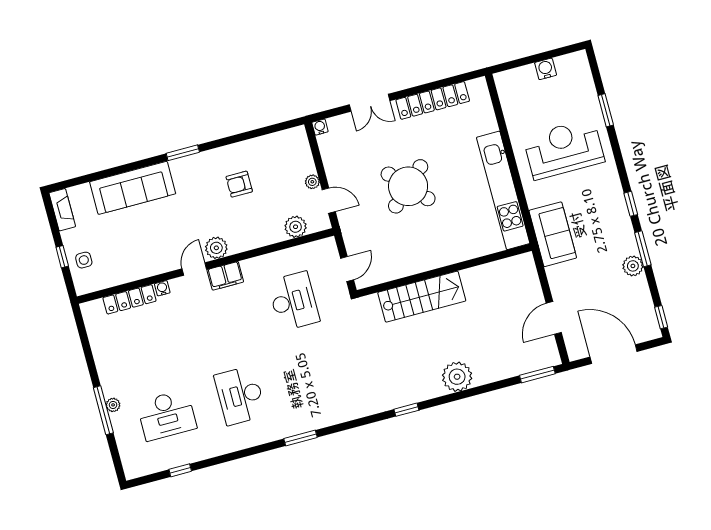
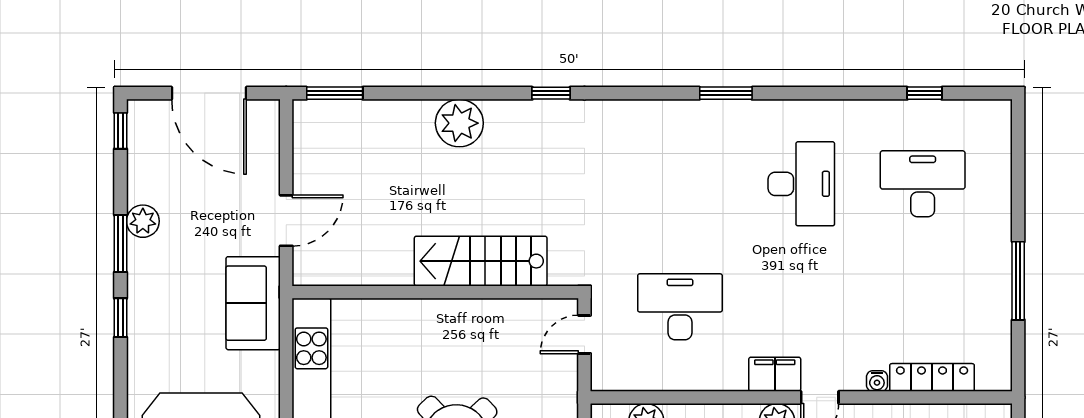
desk: (294, 301) -> (680, 307), turned 90
door: (554, 318) -> (286, 221), moved
plant: (113, 405) -> (1001, 222), removed
window: (103, 410) -> (1018, 281), moved

